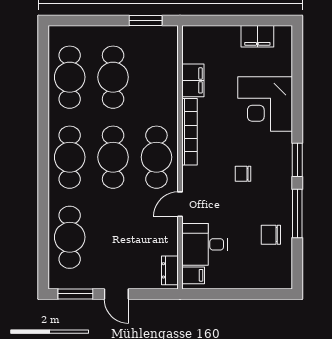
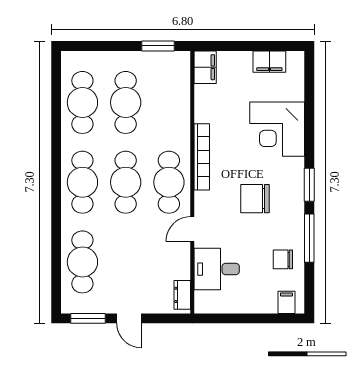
filing cabinet: (193, 80) -> (205, 67), moved
chair: (243, 174) -> (255, 199), width x1.87, depth x1.87
filing cabinet: (193, 275) -> (286, 302), moved, turned -90

